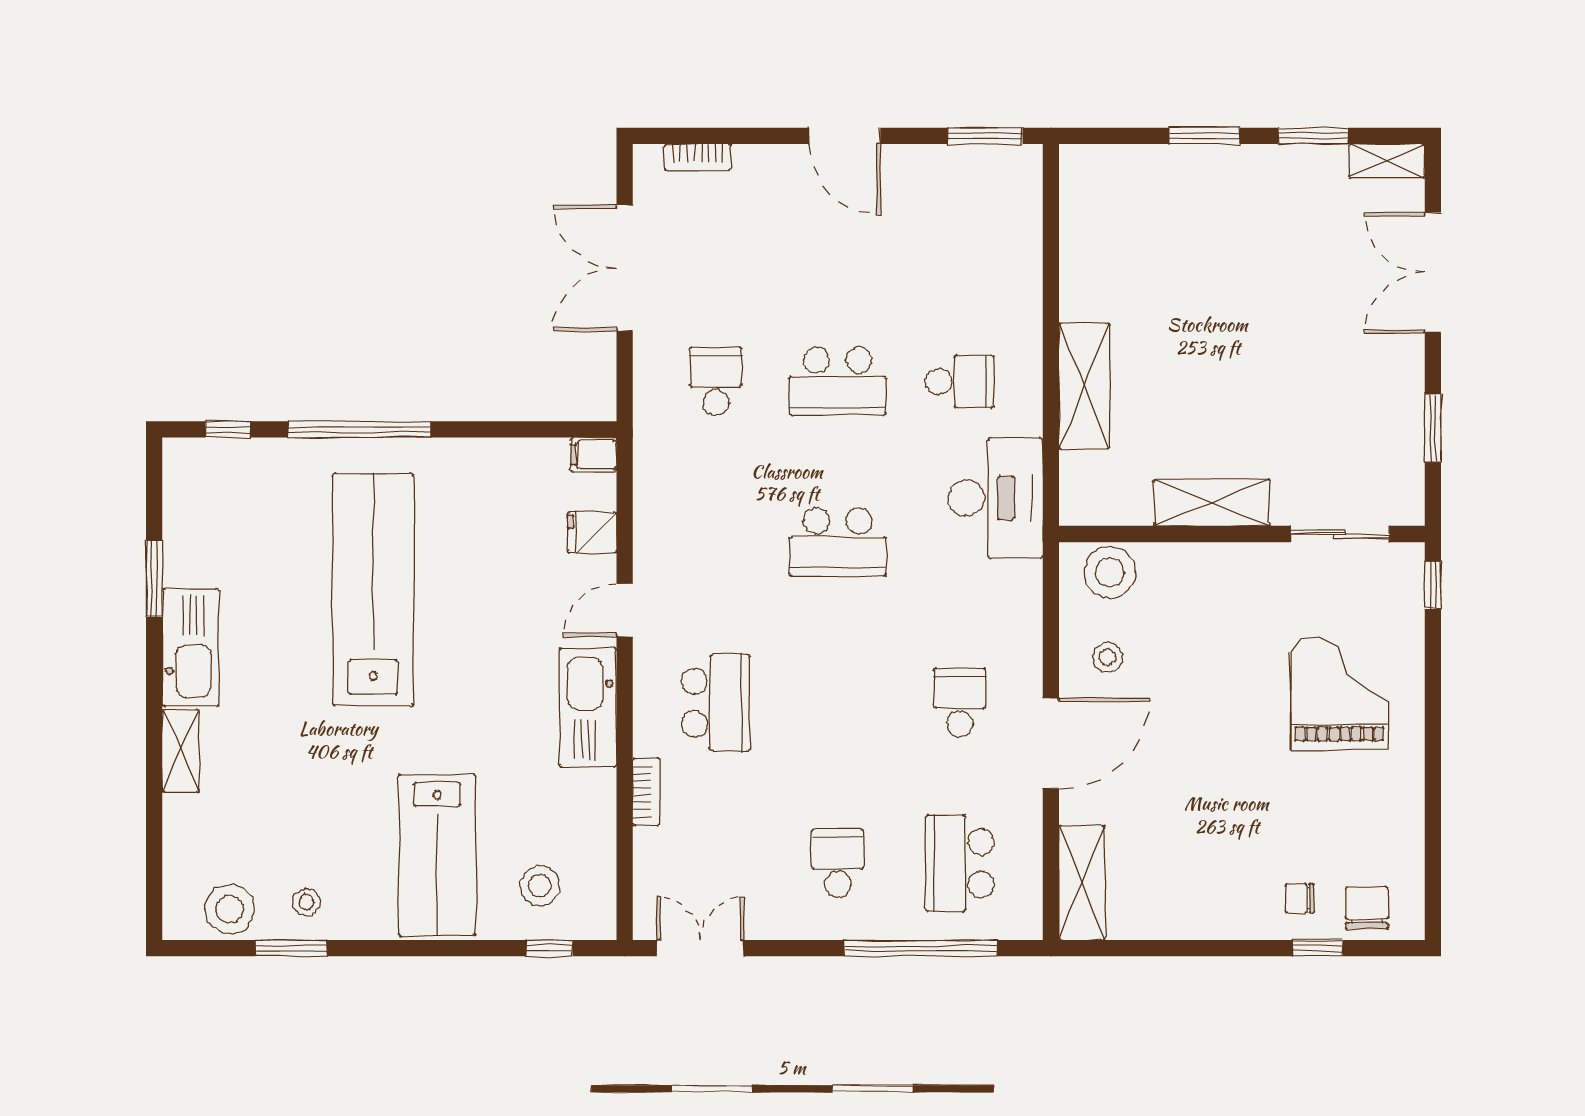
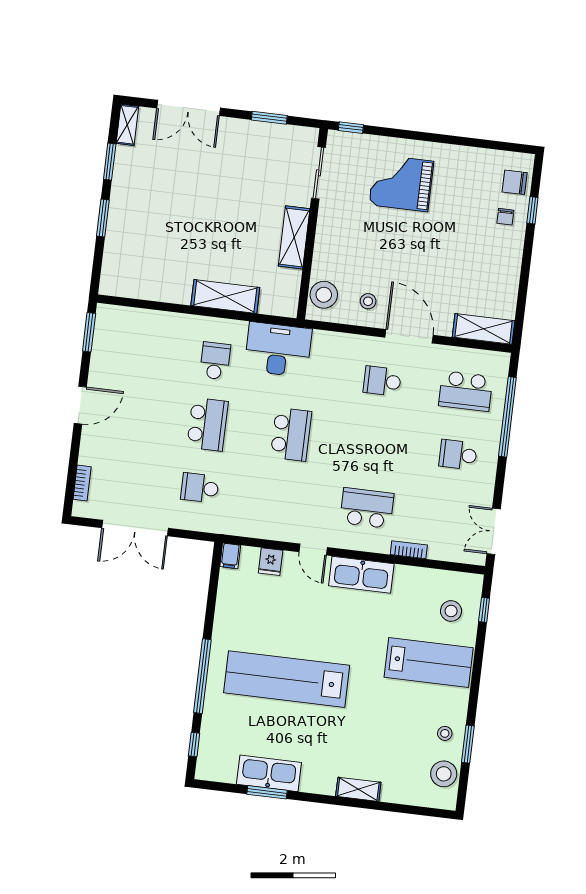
kitchen sink: (191, 647) -> (269, 773), moved

